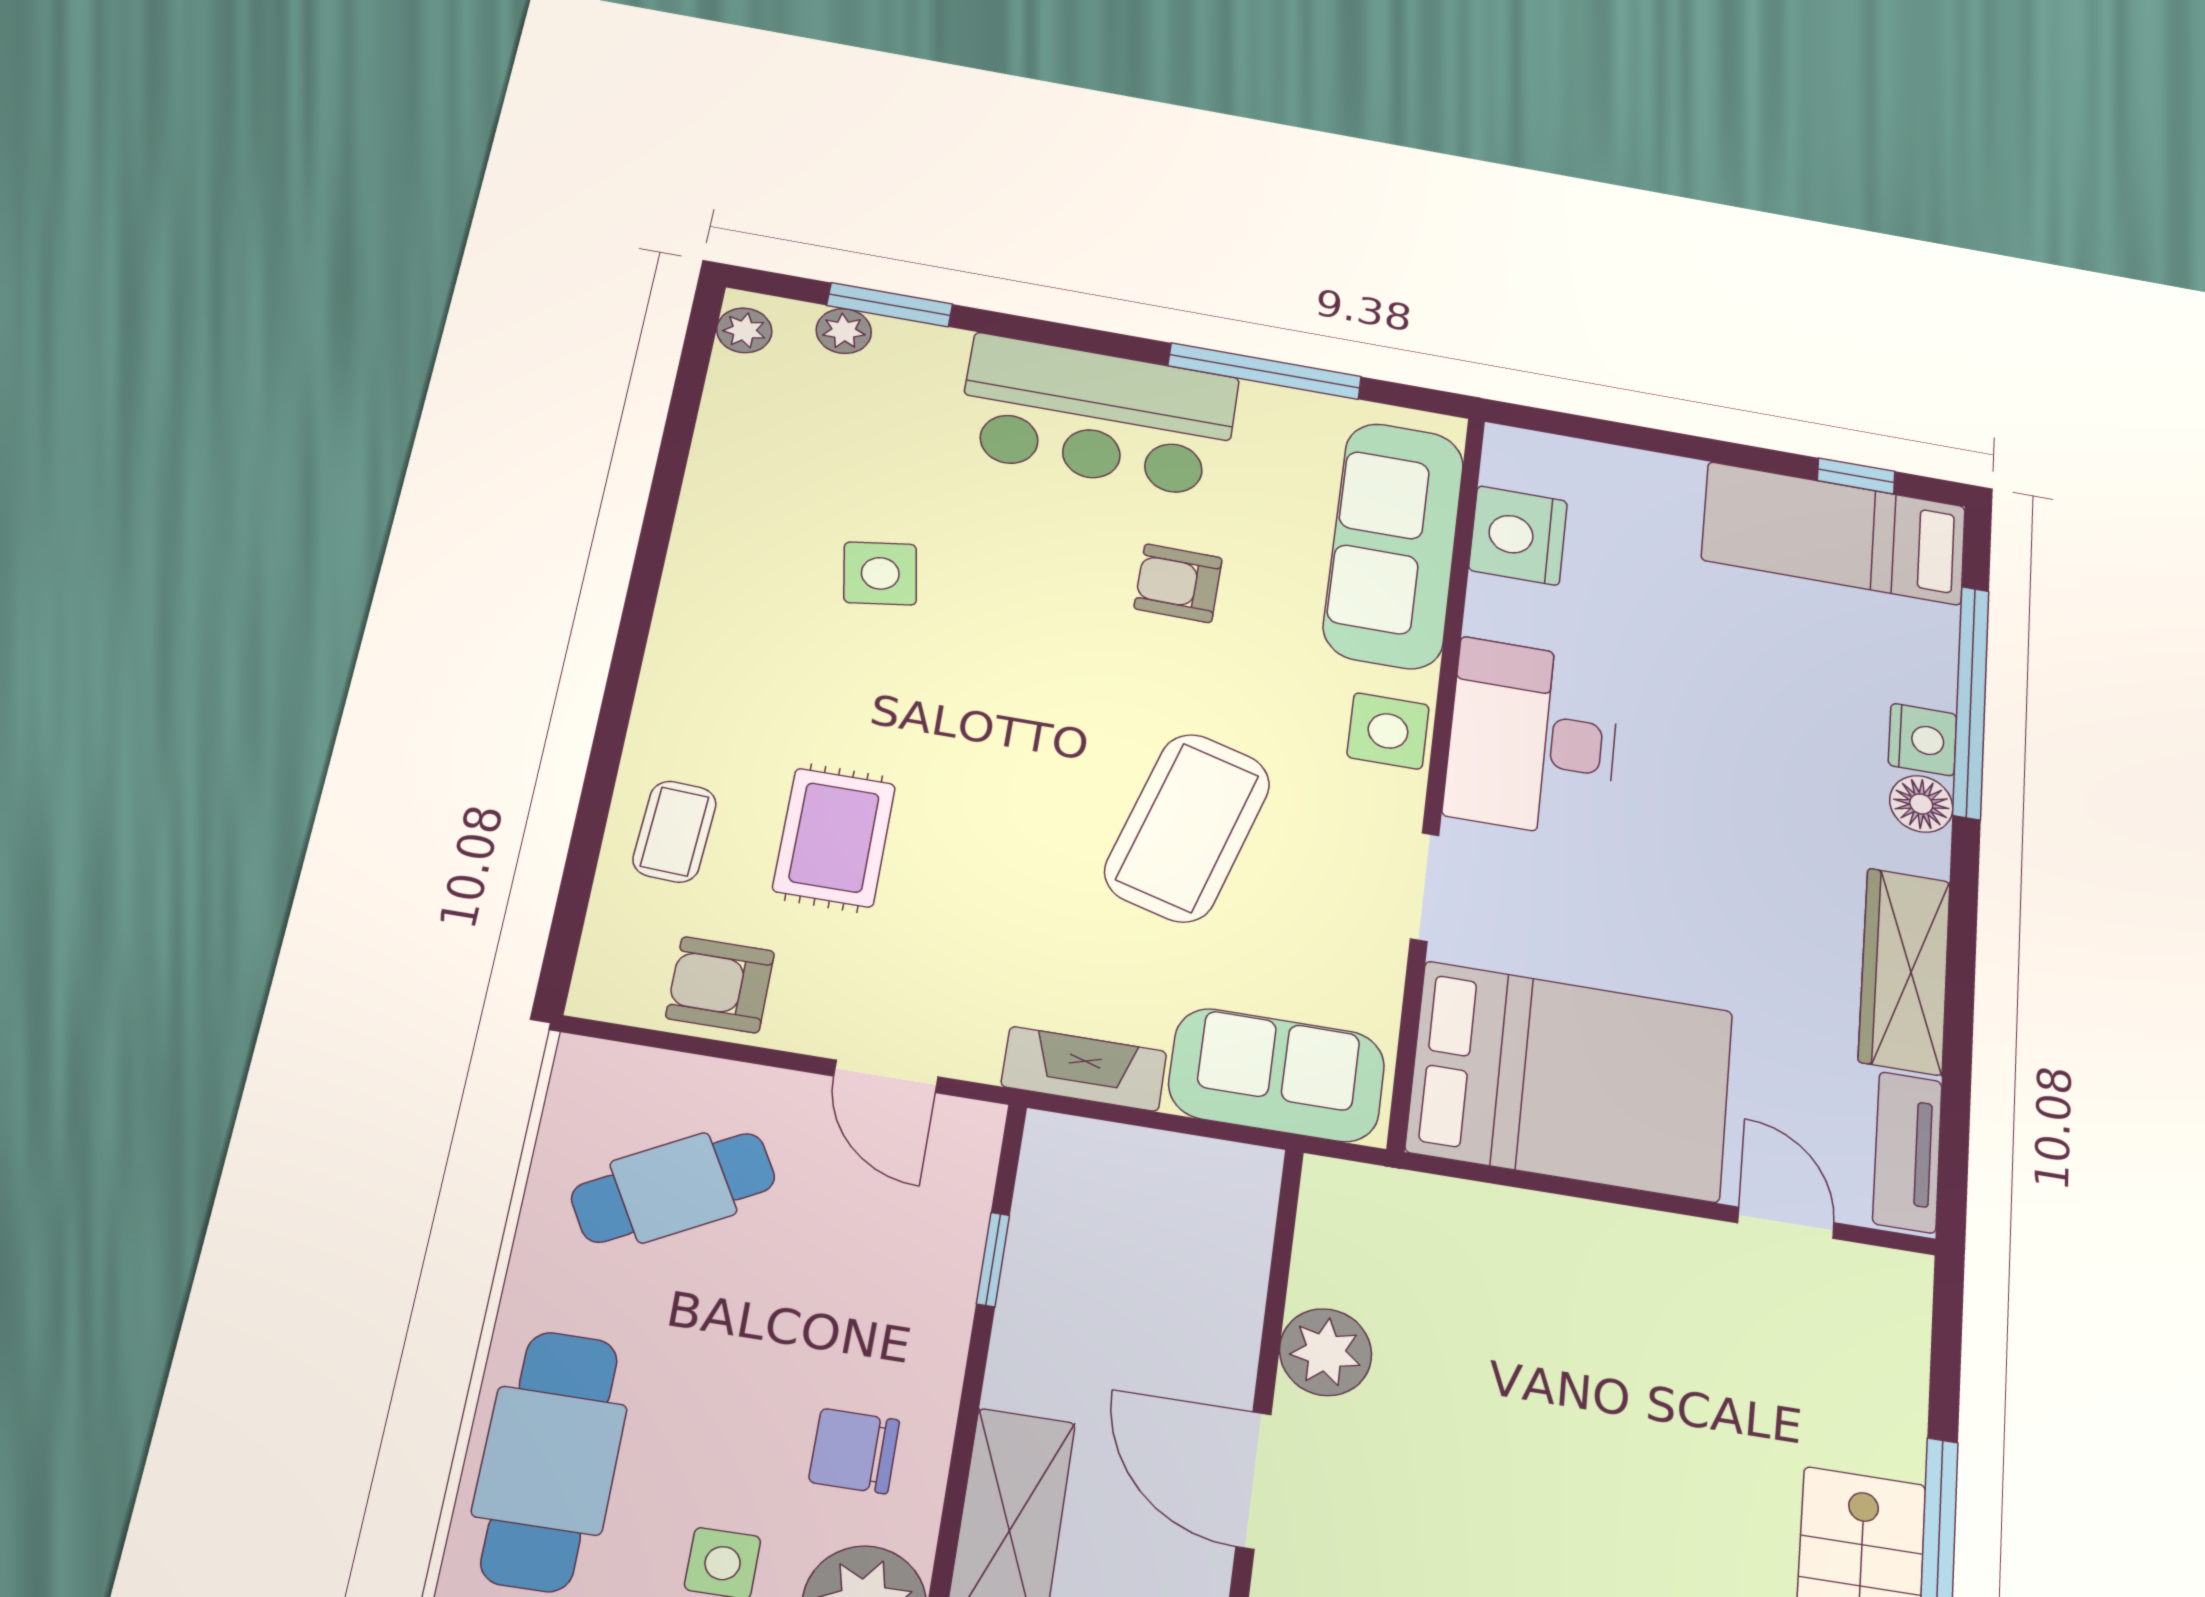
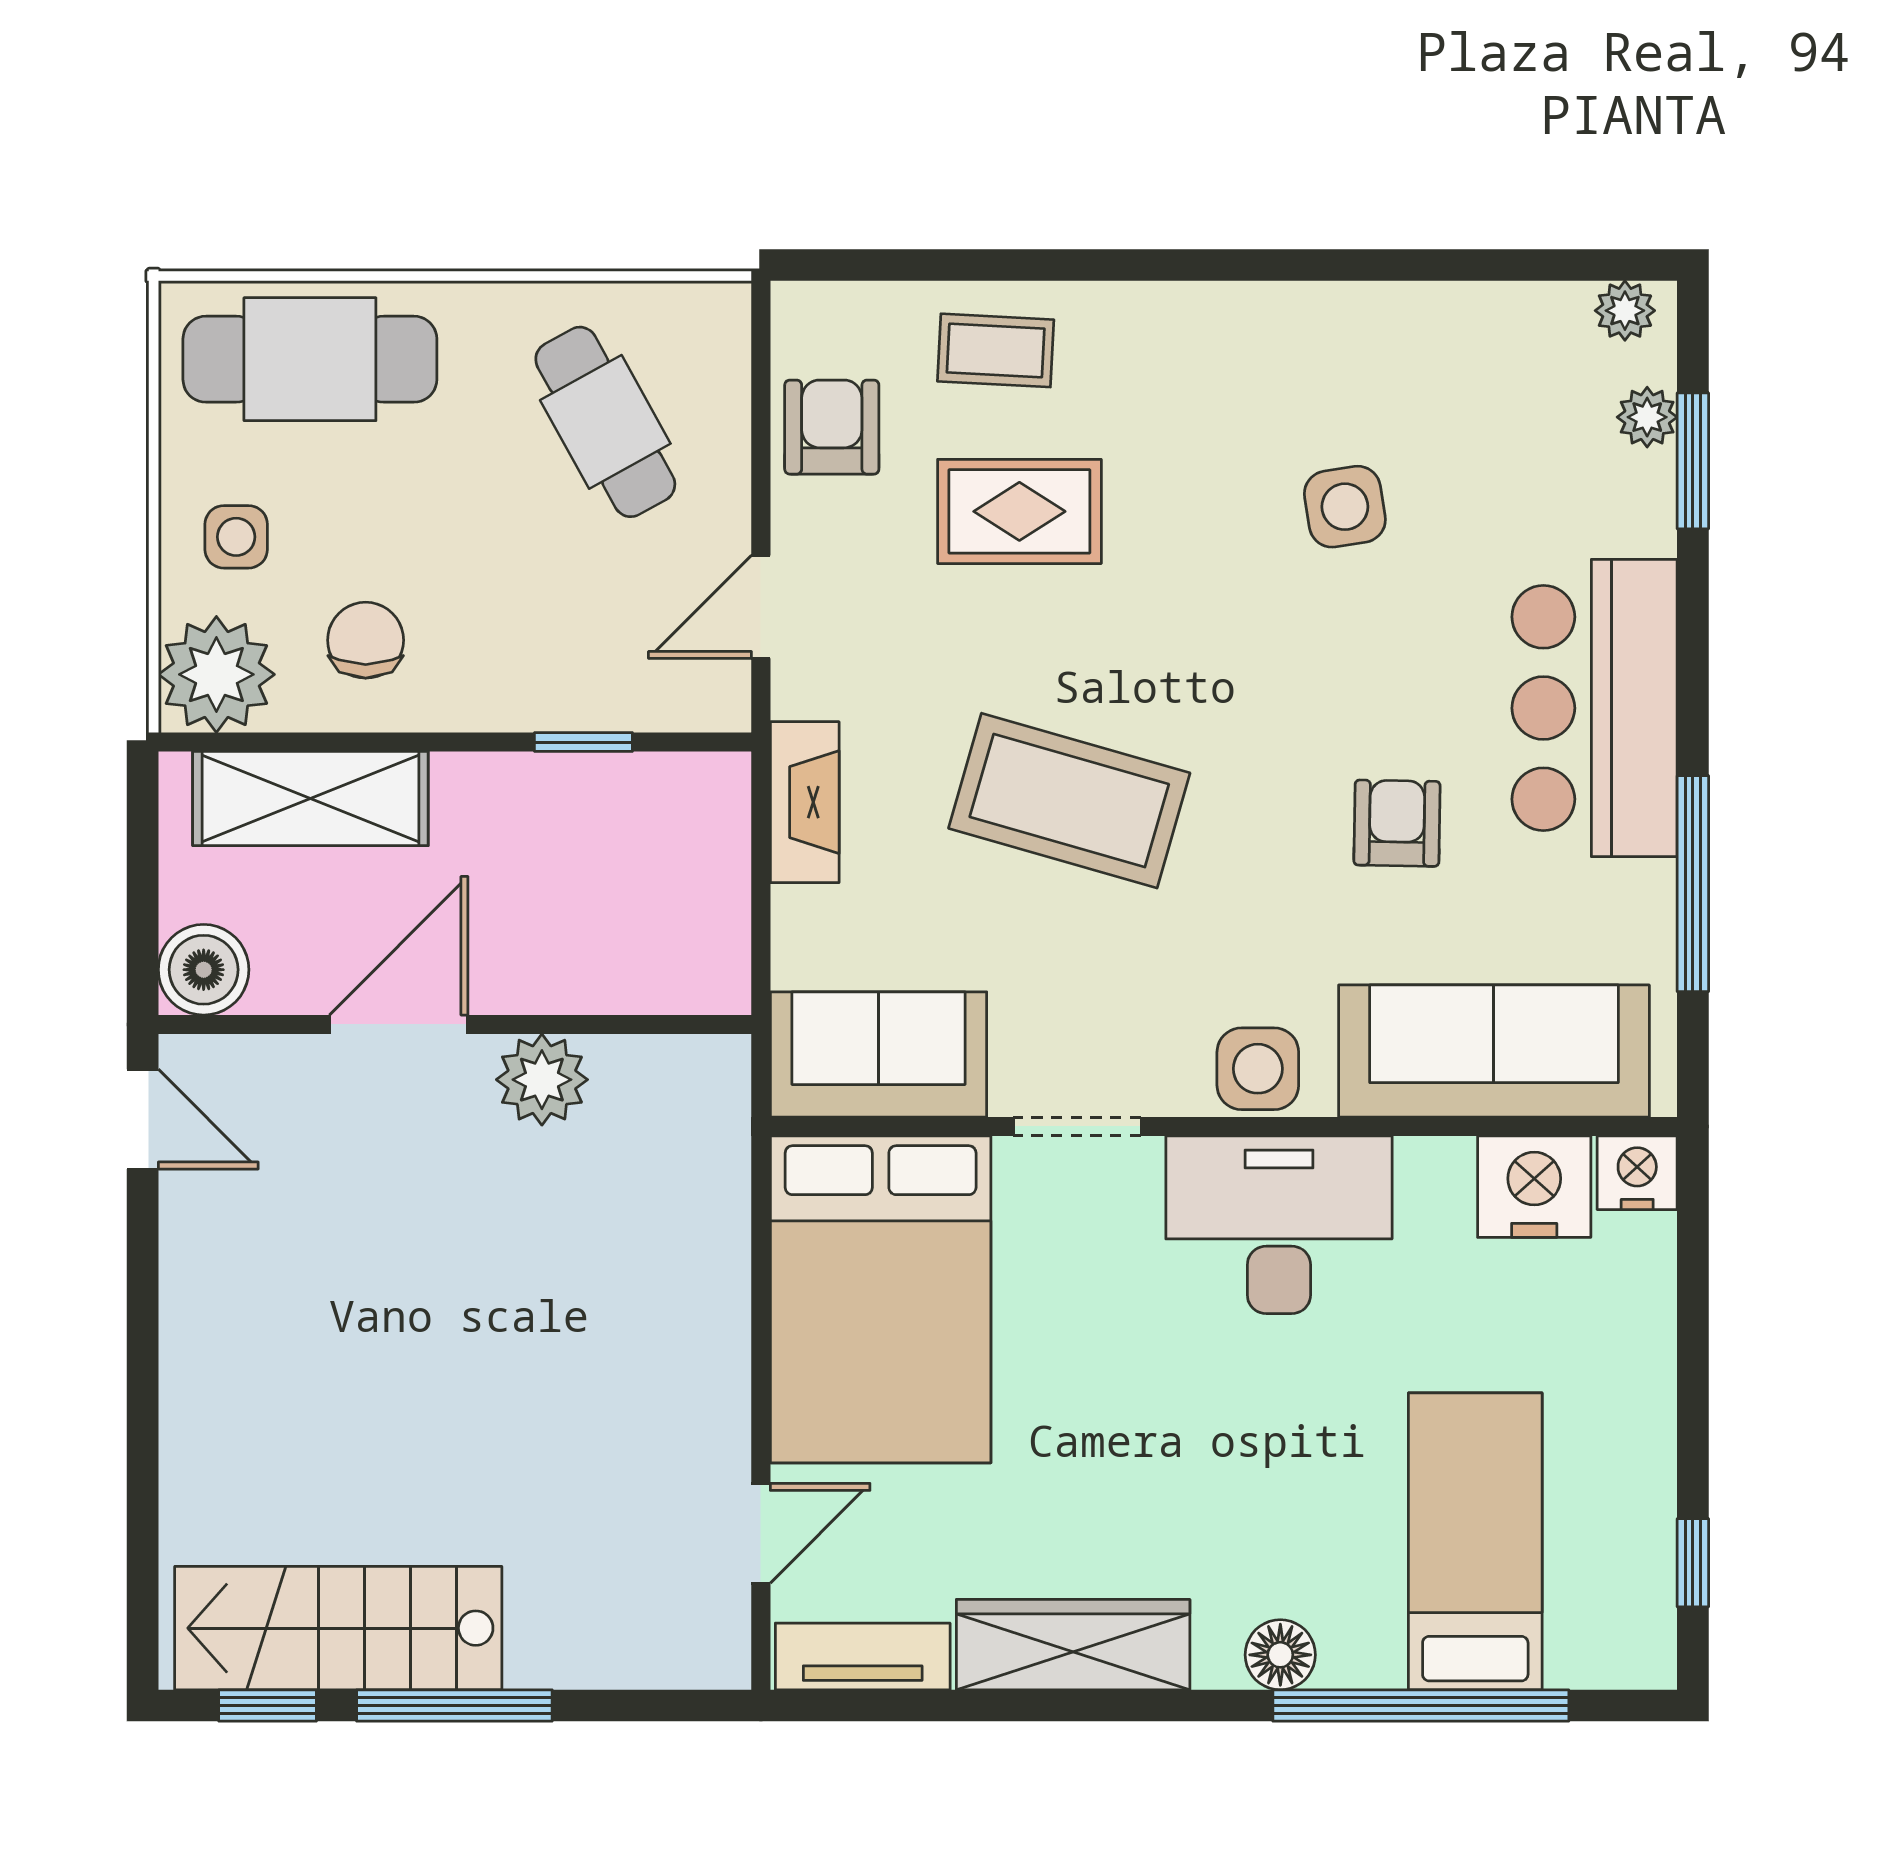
bed: (1834, 533) -> (1475, 1541), moved
nightstand: (1922, 740) -> (1637, 1173), moved, turned 180
coffee table: (1188, 827) -> (1069, 801), moved
sofa: (1277, 1075) -> (878, 1054), moved, turned -90

